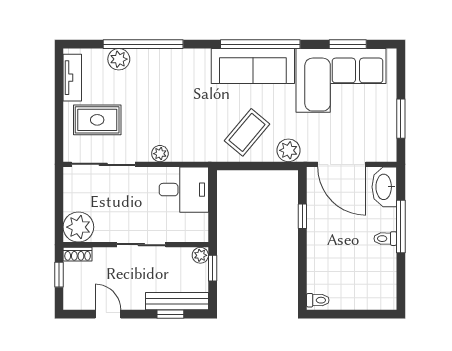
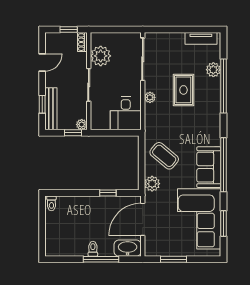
sofa: (253, 66) -> (209, 167), width x0.73
rug: (97, 120) -> (183, 90), moved
plant: (78, 227) -> (101, 56), moved

